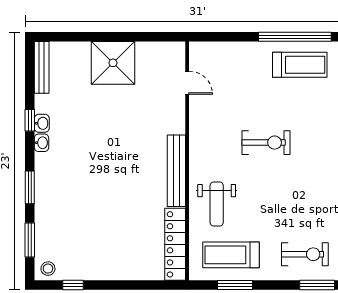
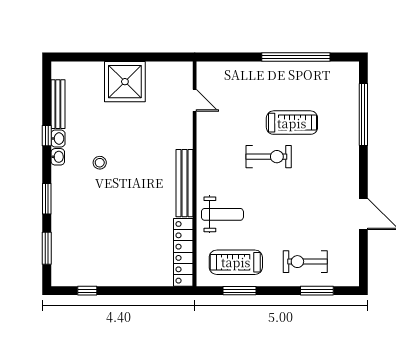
treadmill: (300, 65) -> (292, 123), moved
bench: (42, 67) -> (58, 104), moved
weight bench: (217, 204) -> (222, 214), turned -90
exercise bike: (305, 254) -> (305, 262), turned 180
stool: (48, 269) -> (100, 163), moved

